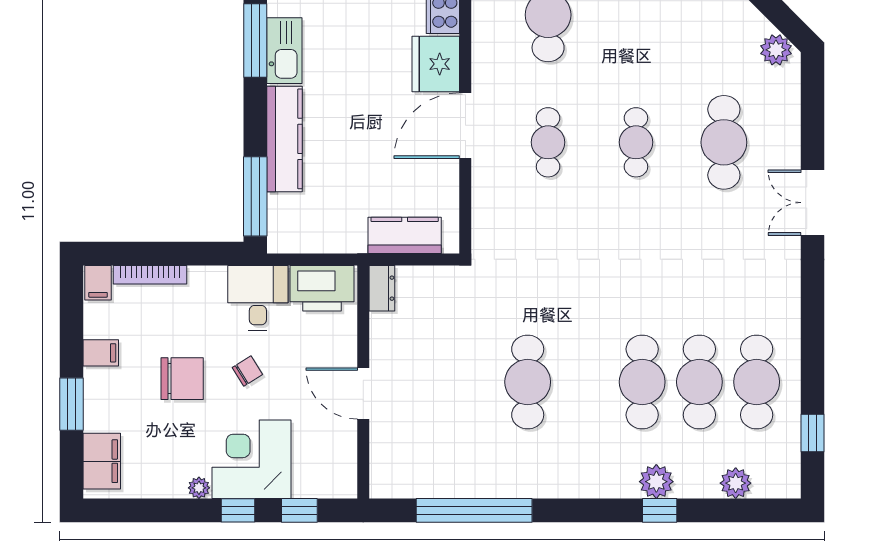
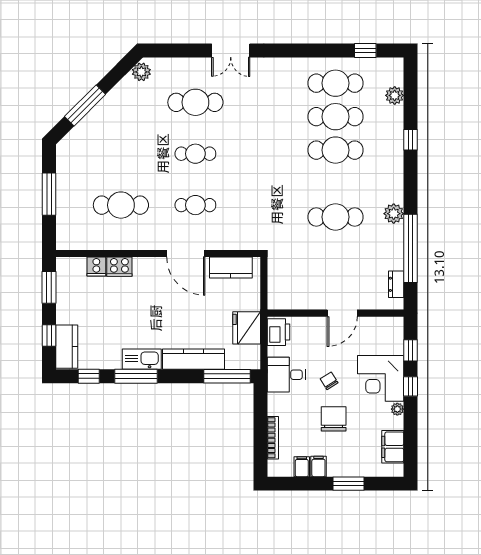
fridge: (436, 64) -> (247, 328), moved, turned 90
kitchen counter: (405, 235) -> (231, 268), moved, turned -90
filing cabinet: (98, 283) -> (302, 467), moved, turned -90
printer: (322, 288) -> (279, 332), width x0.73, depth x0.84
dresser: (382, 288) -> (396, 284), moved, turned -90
filing cabinet: (102, 461) -> (393, 447), moved, turned -90
plant: (656, 482) -> (394, 214), moved

